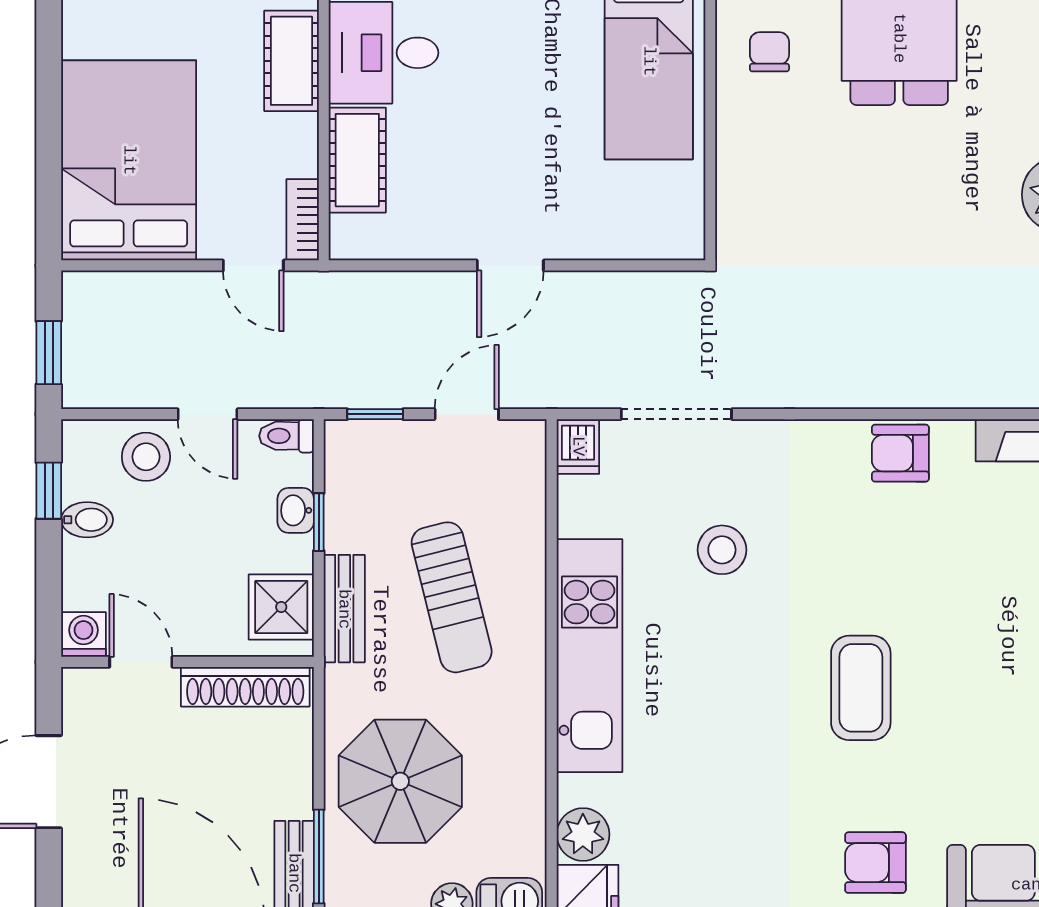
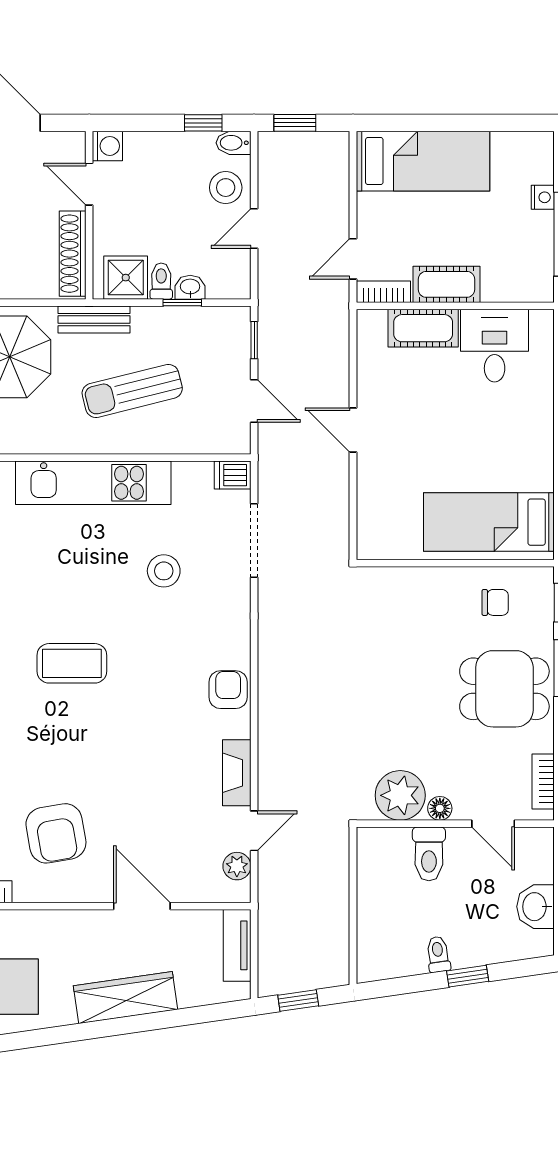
cot: (291, 61) -> (446, 284), moved
bed: (129, 160) -> (423, 161), width x0.67
toilet: (286, 436) -> (161, 281), moved
bidet: (87, 520) -> (234, 143), moved, turned 90
bench: (344, 609) -> (94, 320), moved
door: (141, 662) -> (89, 184), swing flipped

